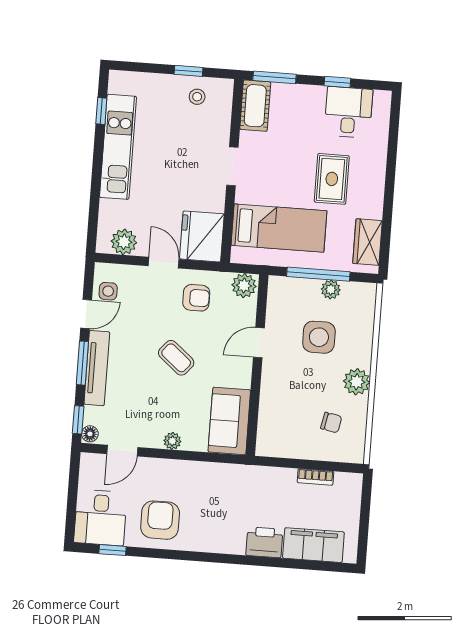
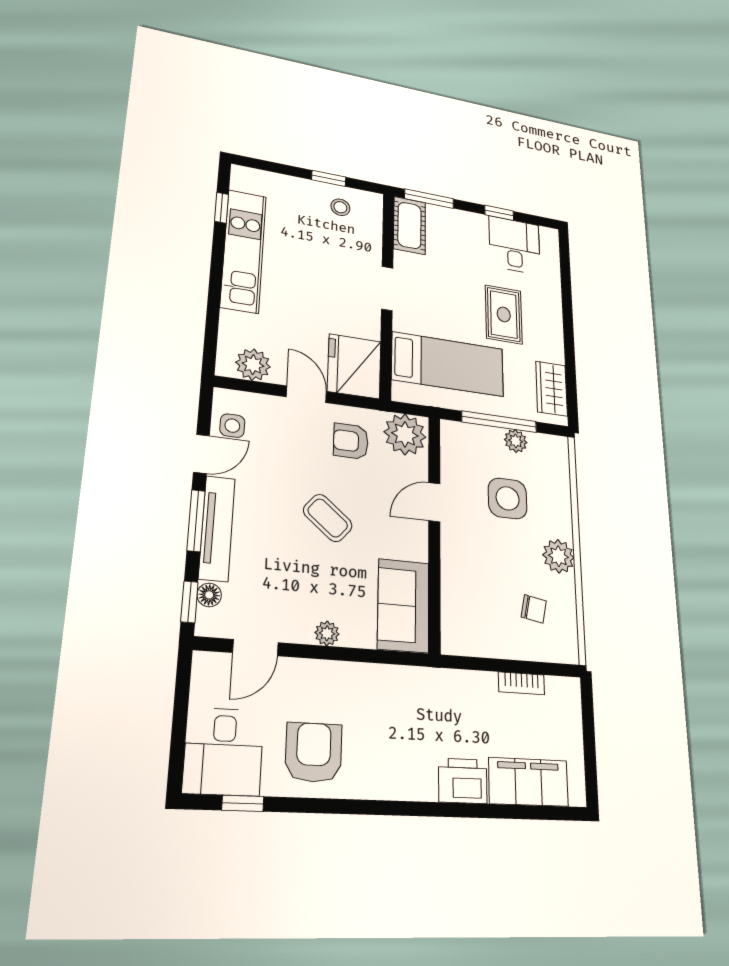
plant: (244, 286) -> (405, 434), width x1.36, depth x1.36
armchair: (196, 298) -> (351, 441), turned 180
floor lamp: (90, 434) -> (209, 595), moved

